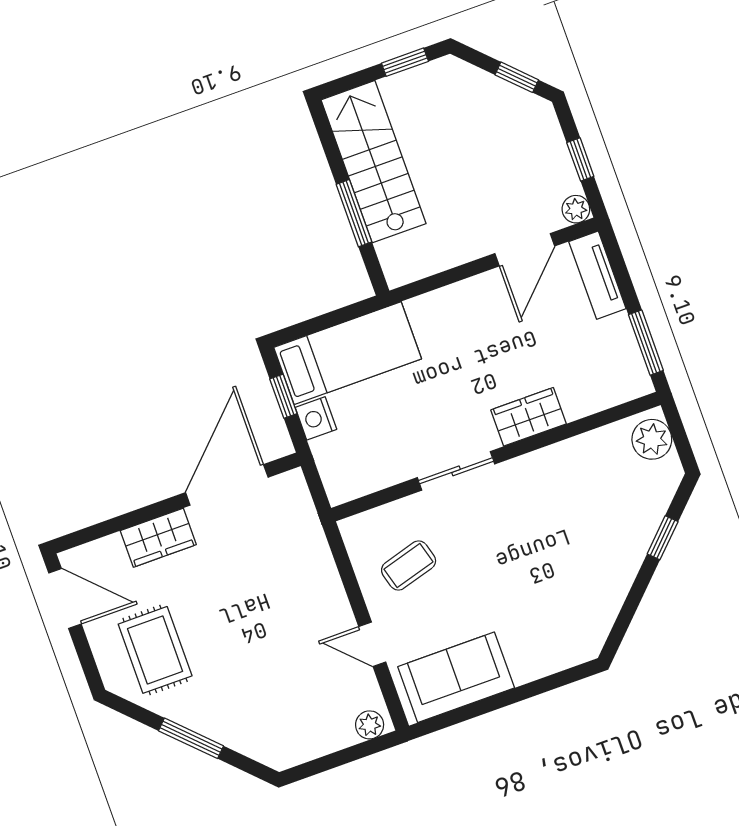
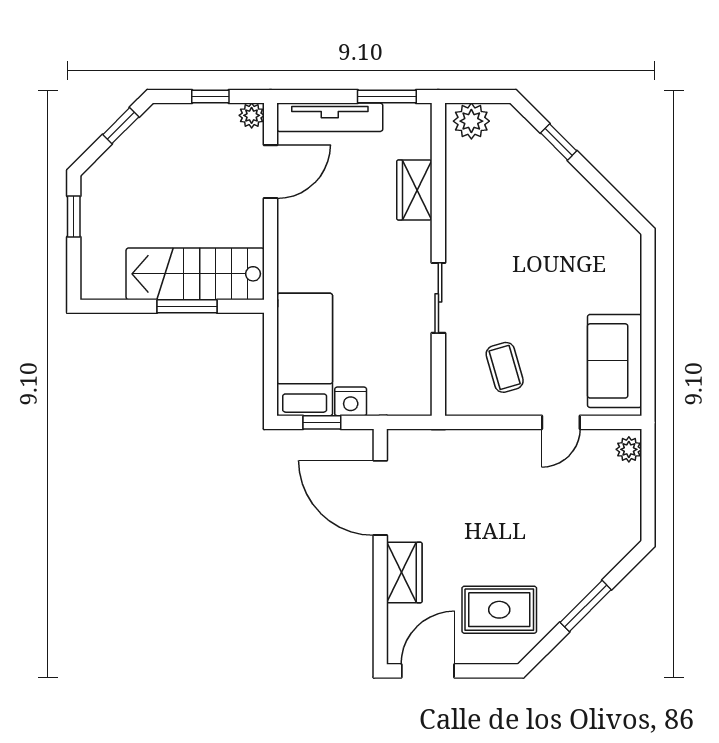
stairs: (374, 162) -> (195, 274), moved
door: (525, 250) -> (271, 172), hinge flipped
tv unit: (597, 275) -> (330, 117), width x1.41
wardrobe: (529, 417) -> (414, 190), moved

